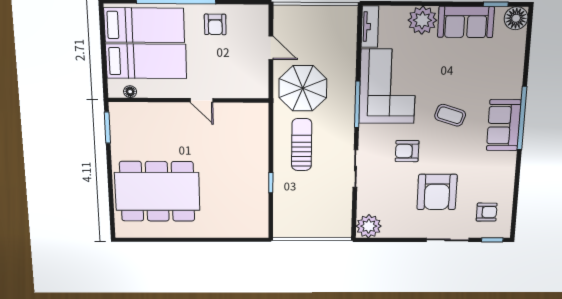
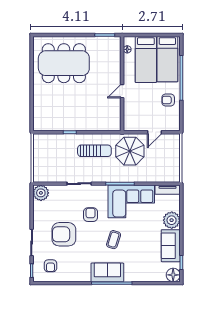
dining table: (157, 191) -> (64, 63), turned 90

